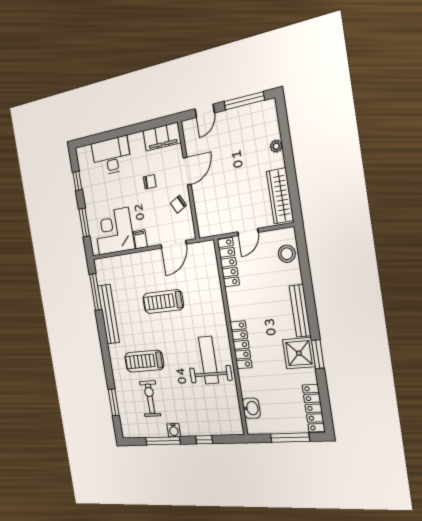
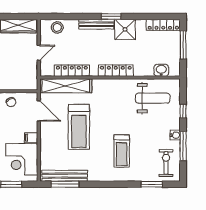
door: (248, 232) -> (39, 53), hinge flipped
locker: (228, 262) -> (72, 71), moved
shelving: (211, 277) -> (66, 86), added
treadmill: (163, 302) -> (79, 127), width x1.37, depth x1.38
bench: (109, 314) -> (65, 176), moved
window: (318, 354) -> (111, 16), moved
weight bench: (209, 360) -> (153, 98), moved, turned 180
exercise bike: (150, 399) -> (166, 163), moved, turned 90

